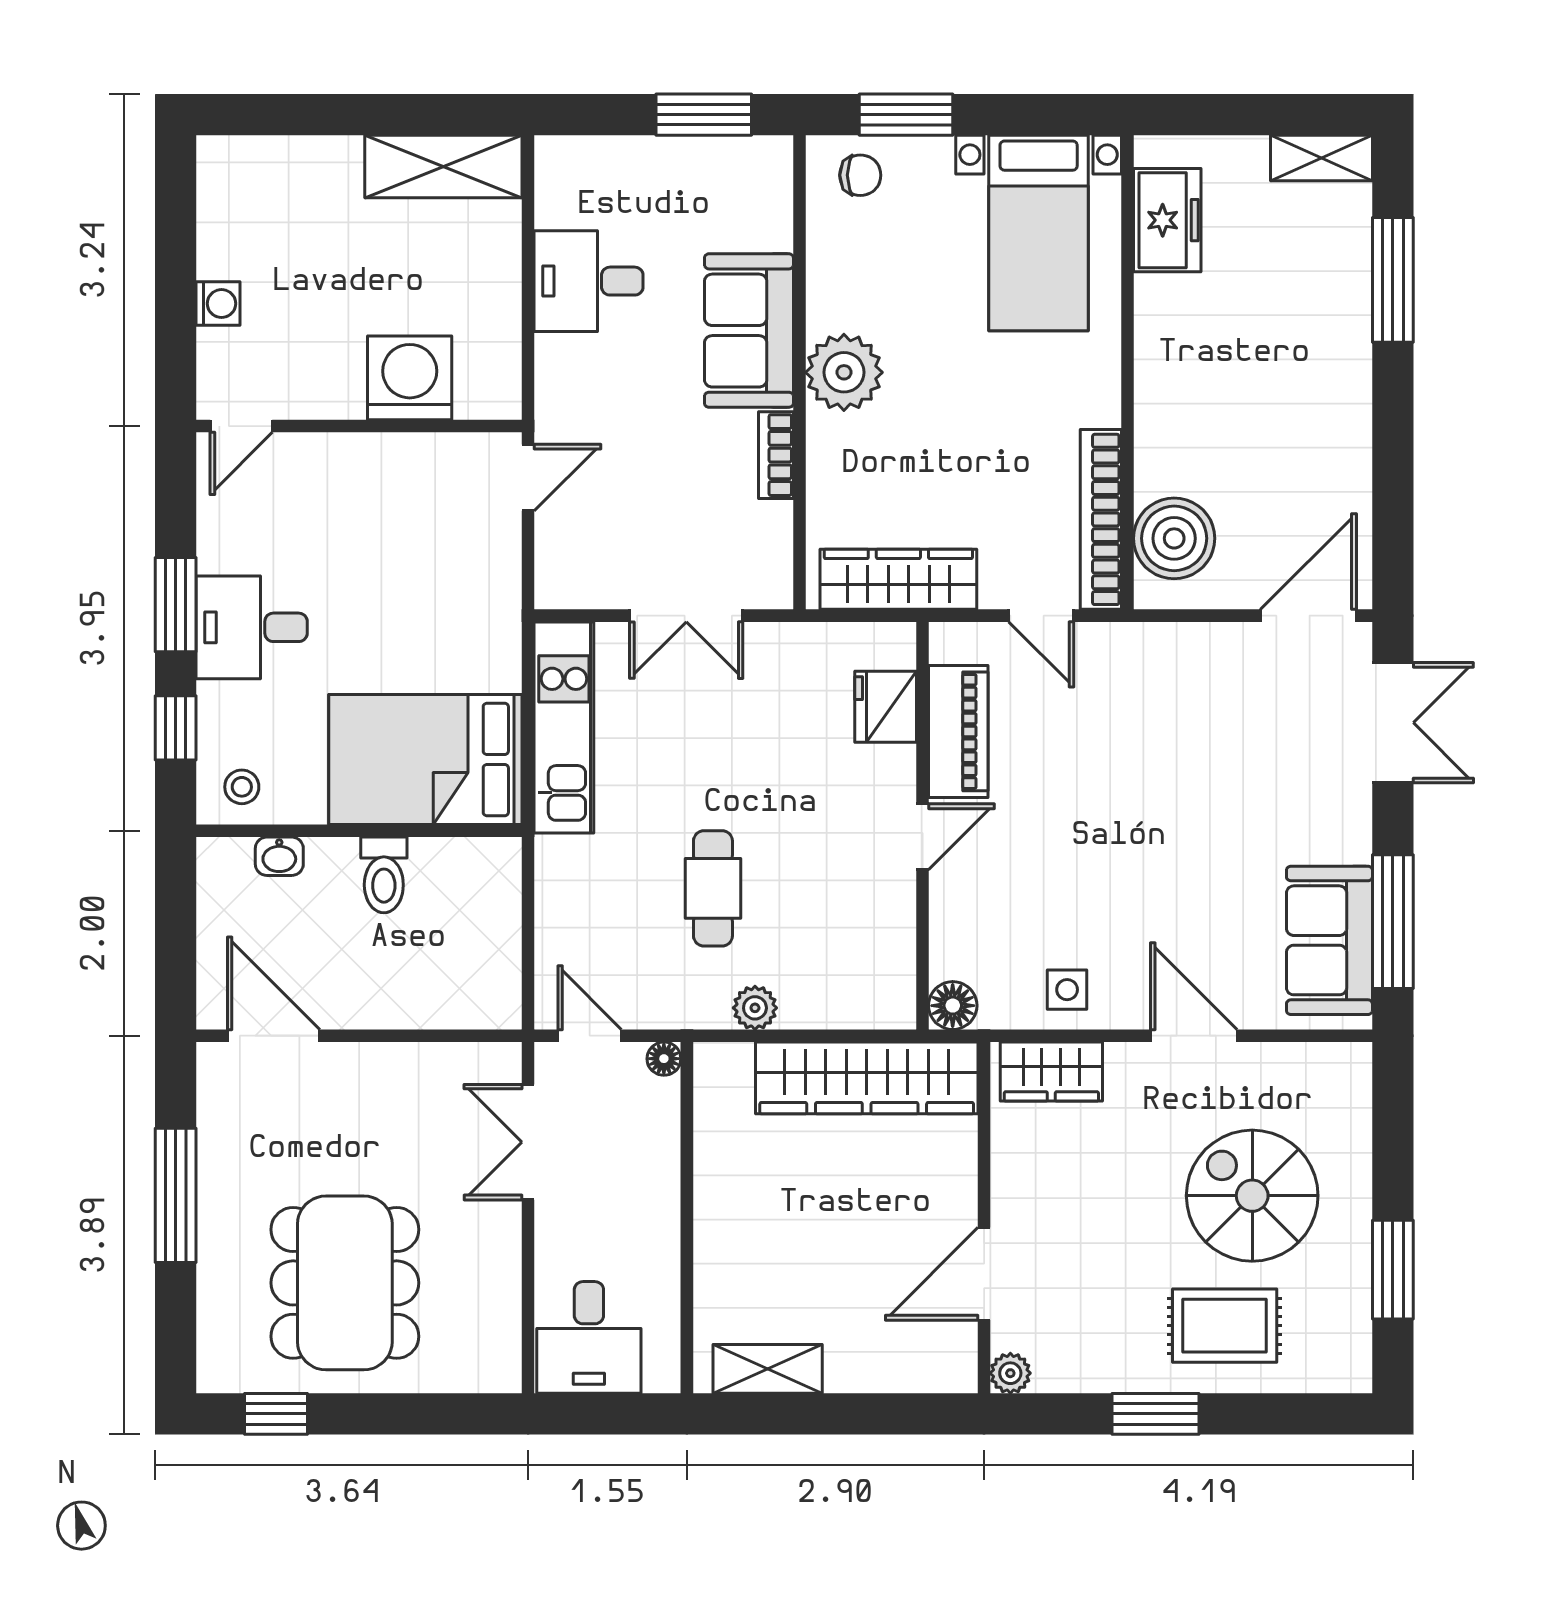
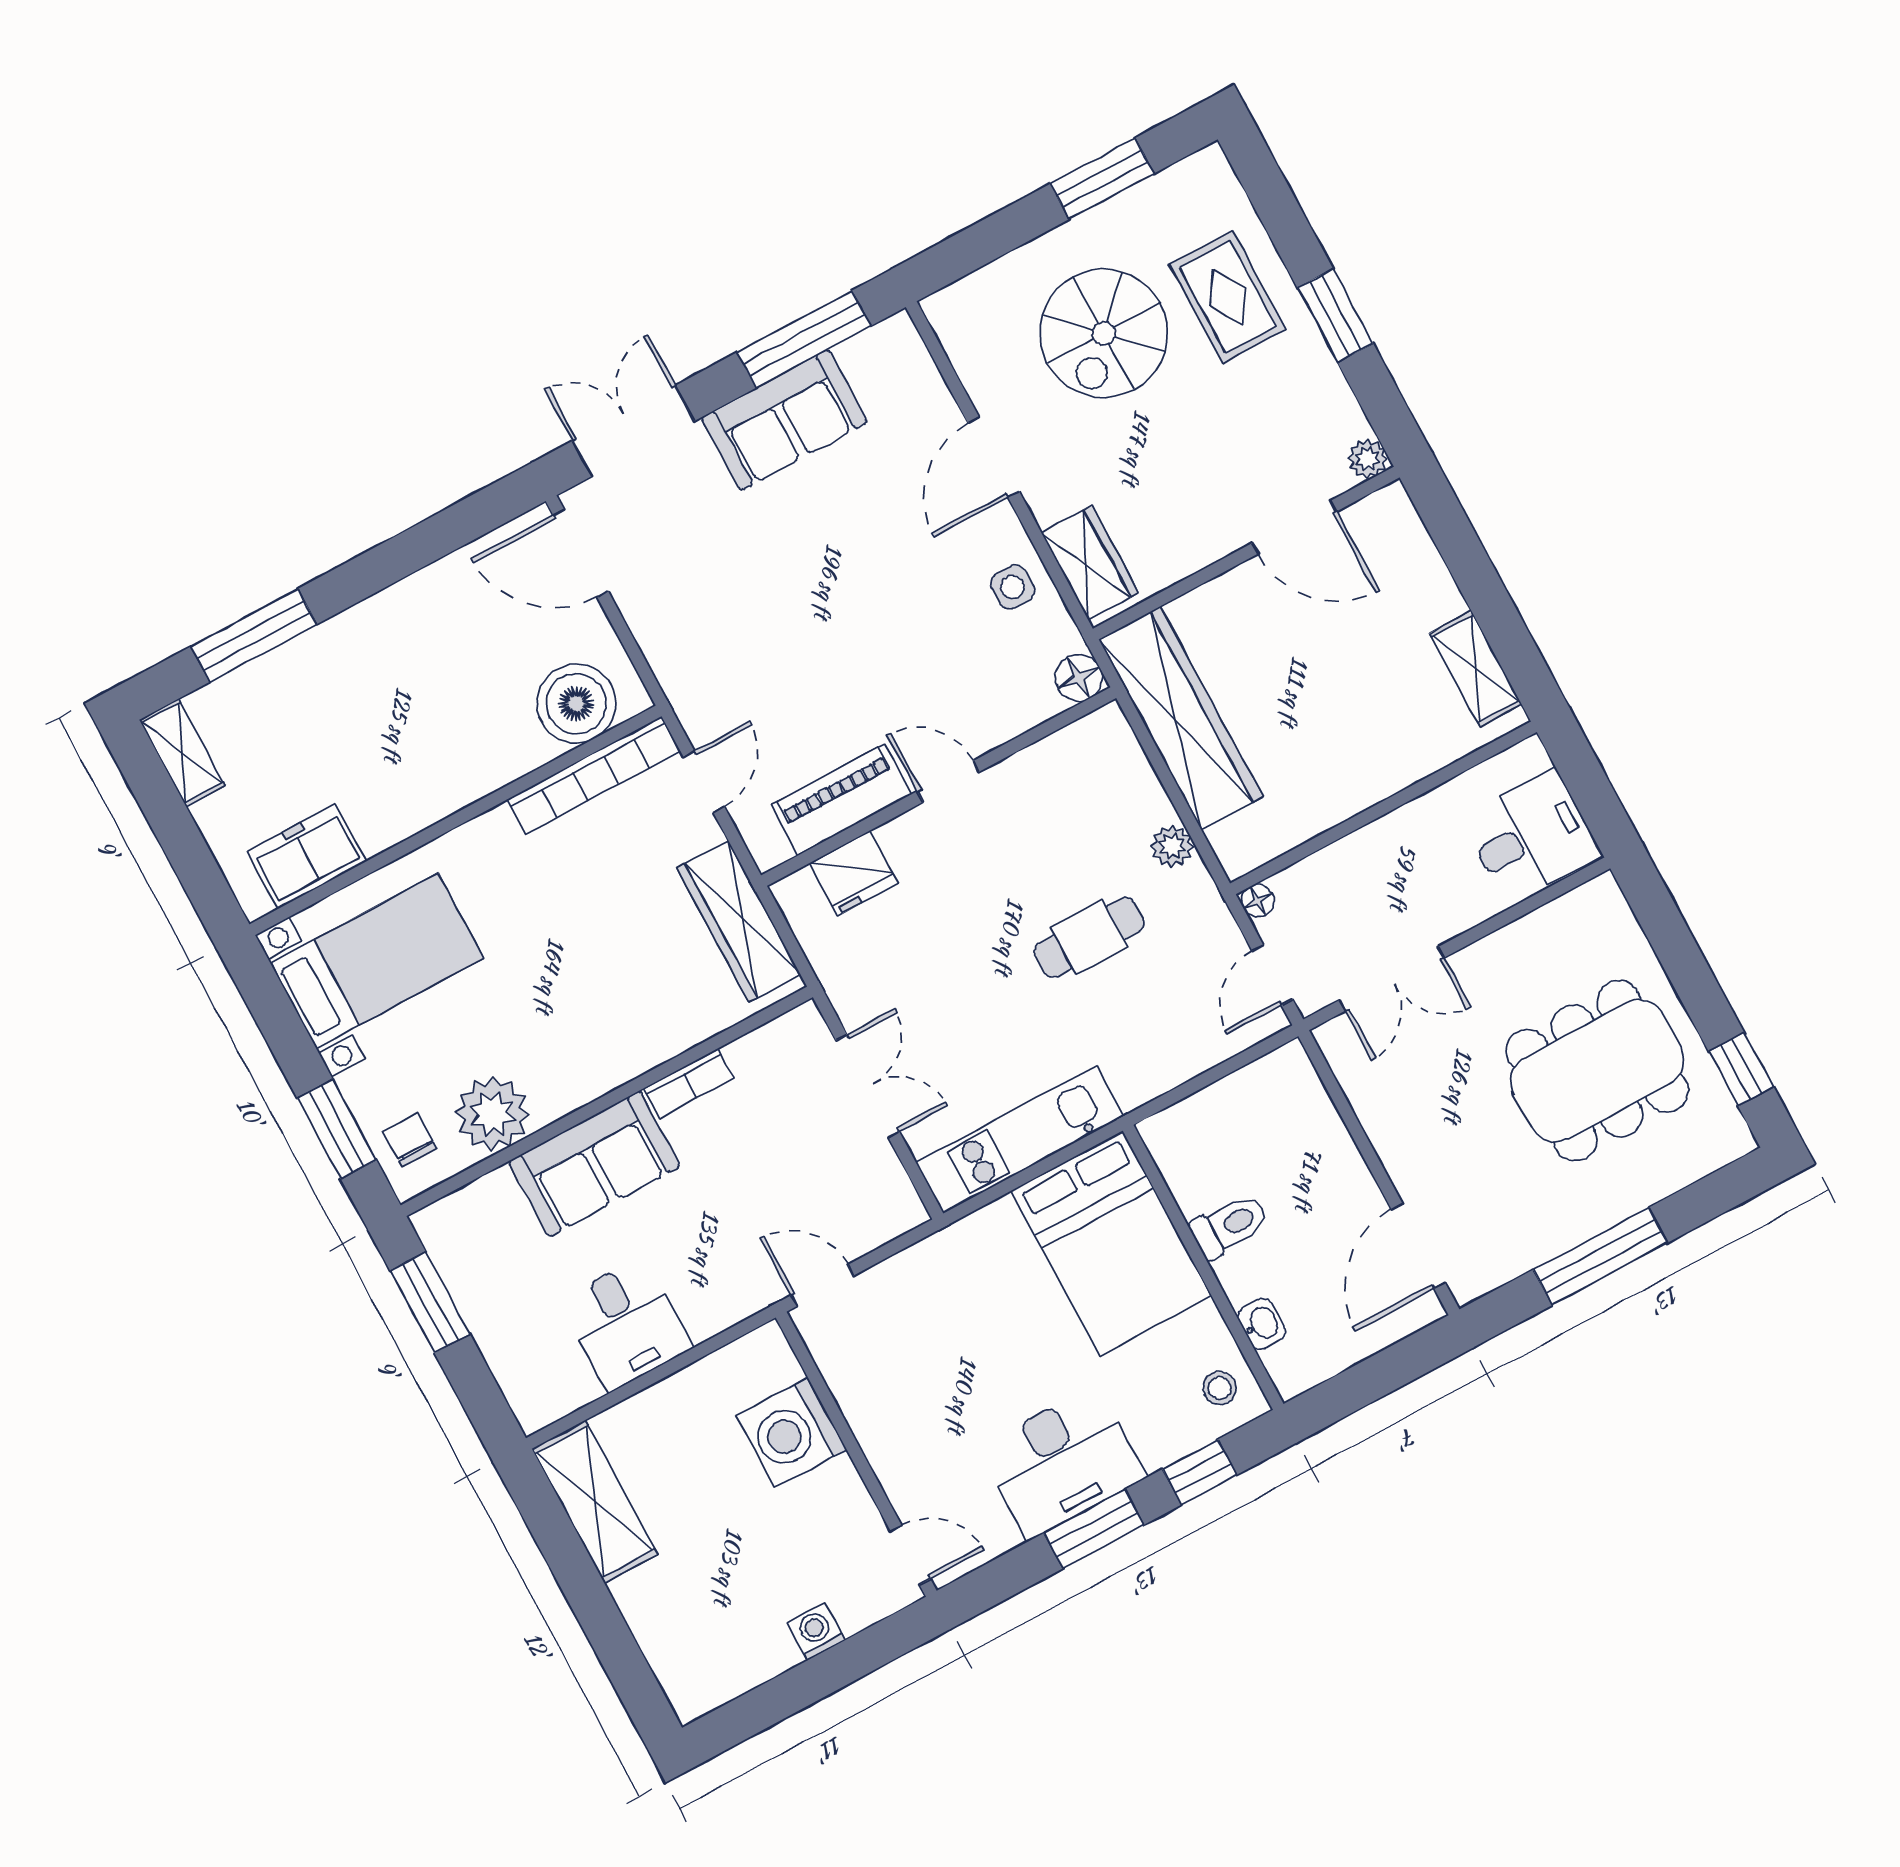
plant: (844, 372) -> (492, 1114), moved
desk: (252, 627) -> (1062, 1462), width x1.37
sofa: (1329, 940) -> (784, 420), moved

